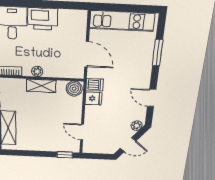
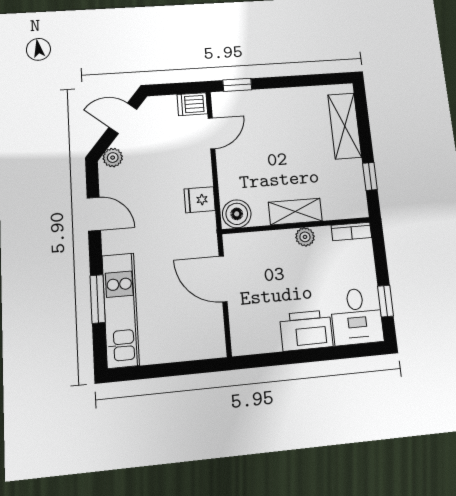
kitchen unit: (122, 21) -> (121, 310), moved, turned 90
dishwasher: (95, 85) -> (192, 104), moved
door: (82, 132) -> (211, 133), hinge flipped

